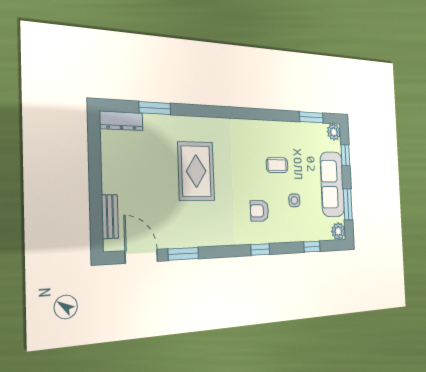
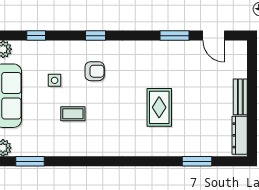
dresser: (121, 121) -> (240, 135), moved, turned -90
rug: (196, 171) -> (159, 107), width x0.73, depth x0.70
bench: (110, 217) -> (240, 97), moved
door: (141, 256) -> (214, 36), width x0.73

